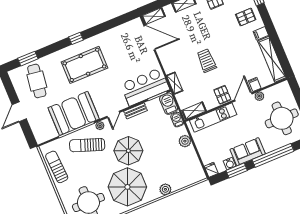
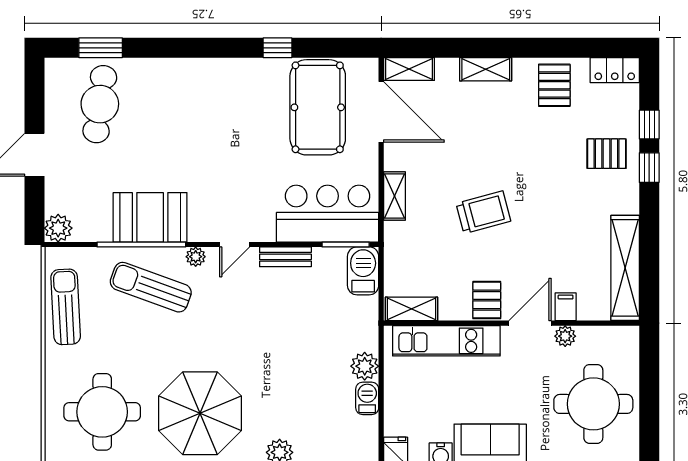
window: (265, 16) -> (649, 168), added
filing cabinet: (261, 33) -> (624, 202), removed
window: (76, 38) -> (277, 48), moved
trolley: (207, 61) -> (483, 212), turned 75
pool table: (84, 65) -> (318, 107), moved, turned 90
shelving: (175, 83) -> (394, 196), moved
booth: (74, 113) -> (150, 217), width x0.73, depth x0.70
barbecue: (177, 120) -> (367, 398), moved
plant: (41, 137) -> (58, 228), added
parasol: (128, 151) -> (234, 336), removed

